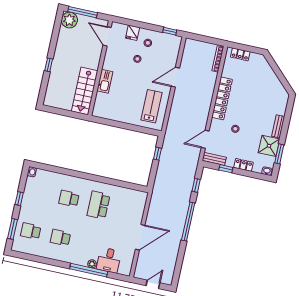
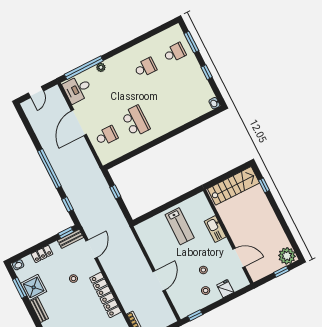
window: (83, 12) -> (281, 272), width x0.46
door: (107, 36) -> (239, 258), moved
window: (49, 65) -> (264, 185), moved
stairs: (85, 91) -> (233, 186), moved, turned 90
lab bench: (152, 106) -> (180, 226), moved
window: (157, 154) -> (115, 192), moved
window: (226, 169) -> (66, 233), moved
school desk: (69, 199) -> (106, 136), moved
desk: (109, 260) -> (78, 89), moved, turned -90
window: (89, 270) -> (84, 68), moved

